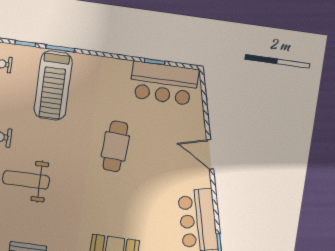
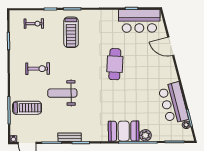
treadmill: (53, 86) -> (71, 32), width x0.73, depth x0.73
door: (210, 154) -> (171, 46), moved

